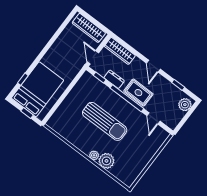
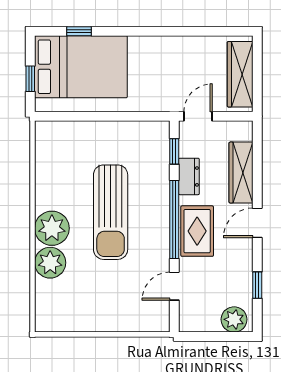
wardrobe: (120, 51) -> (241, 173), moved
plant: (94, 155) -> (52, 228), width x1.88, depth x1.88

